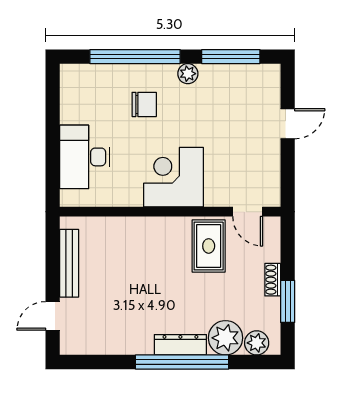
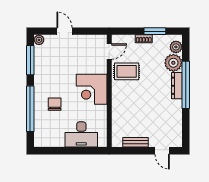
plant: (188, 74) -> (39, 40), moved
bench: (69, 263) -> (135, 142), width x0.73

